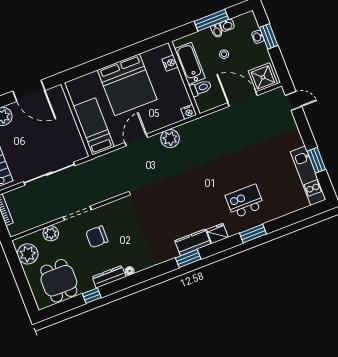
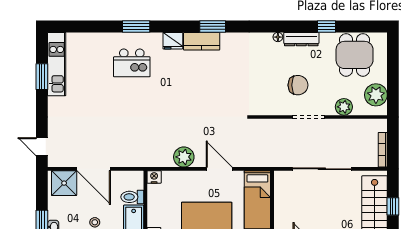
door: (136, 140) -> (219, 169), swing flipped

